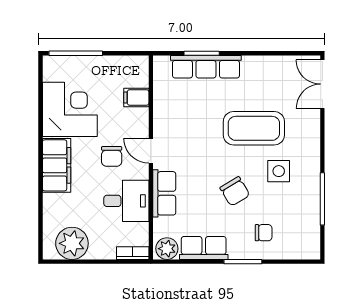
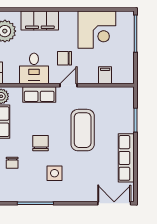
row of seats: (206, 67) -> (126, 158), moved
coffee table: (254, 128) -> (83, 130), moved
filing cabinet: (57, 165) -> (40, 20), moved
chair: (235, 191) -> (41, 143), turned 121

